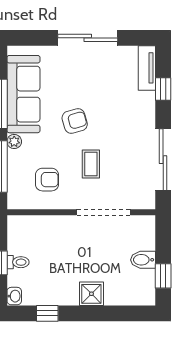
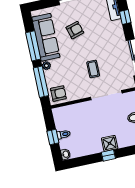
armchair: (75, 121) -> (75, 30), moved
armchair: (47, 180) -> (58, 94), moved
window: (47, 313) -> (108, 155), moved

